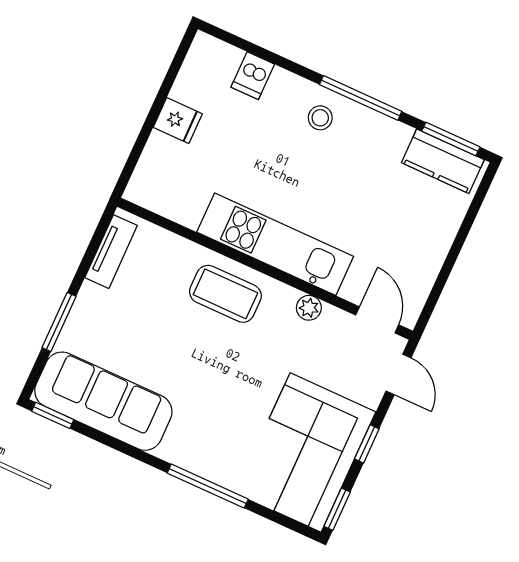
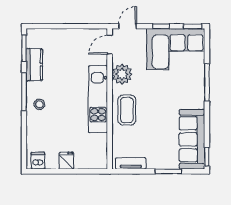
dishwasher: (253, 76) -> (38, 161), moved, turned -90
kitchen counter: (443, 161) -> (34, 65), moved
plant: (309, 308) -> (122, 74), width x1.88, depth x1.88

